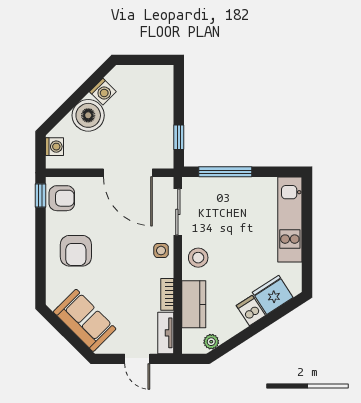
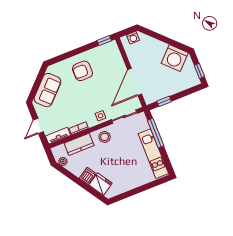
window: (152, 60) -> (199, 71), added
washing machine: (103, 92) -> (175, 58), width x1.89, depth x1.89
boiler: (88, 115) -> (157, 49), removed
armchair: (62, 198) -> (107, 52), removed
kitchen unit: (290, 219) -> (153, 154), moved, turned -90

